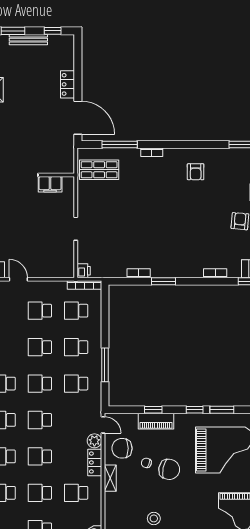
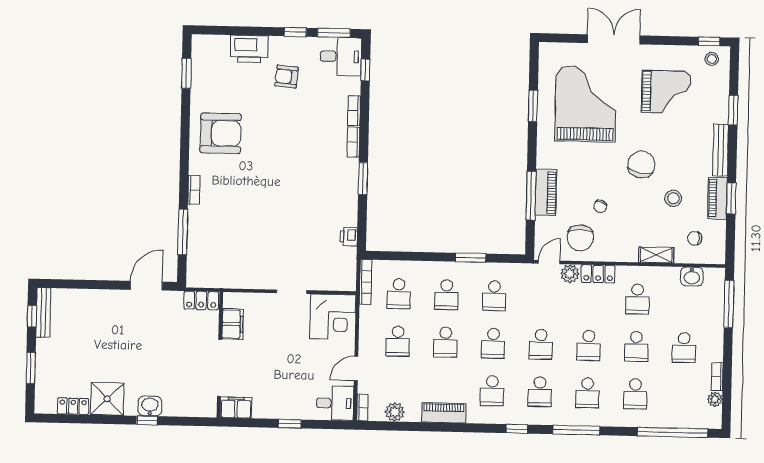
bench: (28, 40) -> (43, 313), moved
locker: (68, 84) -> (201, 300), moved
door: (78, 118) -> (146, 286), width x0.73
shop shelf: (99, 170) -> (215, 259), removed
armchair: (196, 172) -> (221, 133), width x1.88, depth x1.88
corner desk: (57, 261) -> (333, 317), added
printer: (84, 271) -> (349, 237), moved, turned -90
bookcase: (139, 273) -> (353, 142), moved
window: (105, 365) -> (471, 258), width x0.69
window: (153, 410) -> (531, 196), width x2.17
window: (195, 410) -> (532, 142), removed
chair: (169, 469) -> (641, 164), moved
shelving: (110, 478) -> (656, 255), moved

